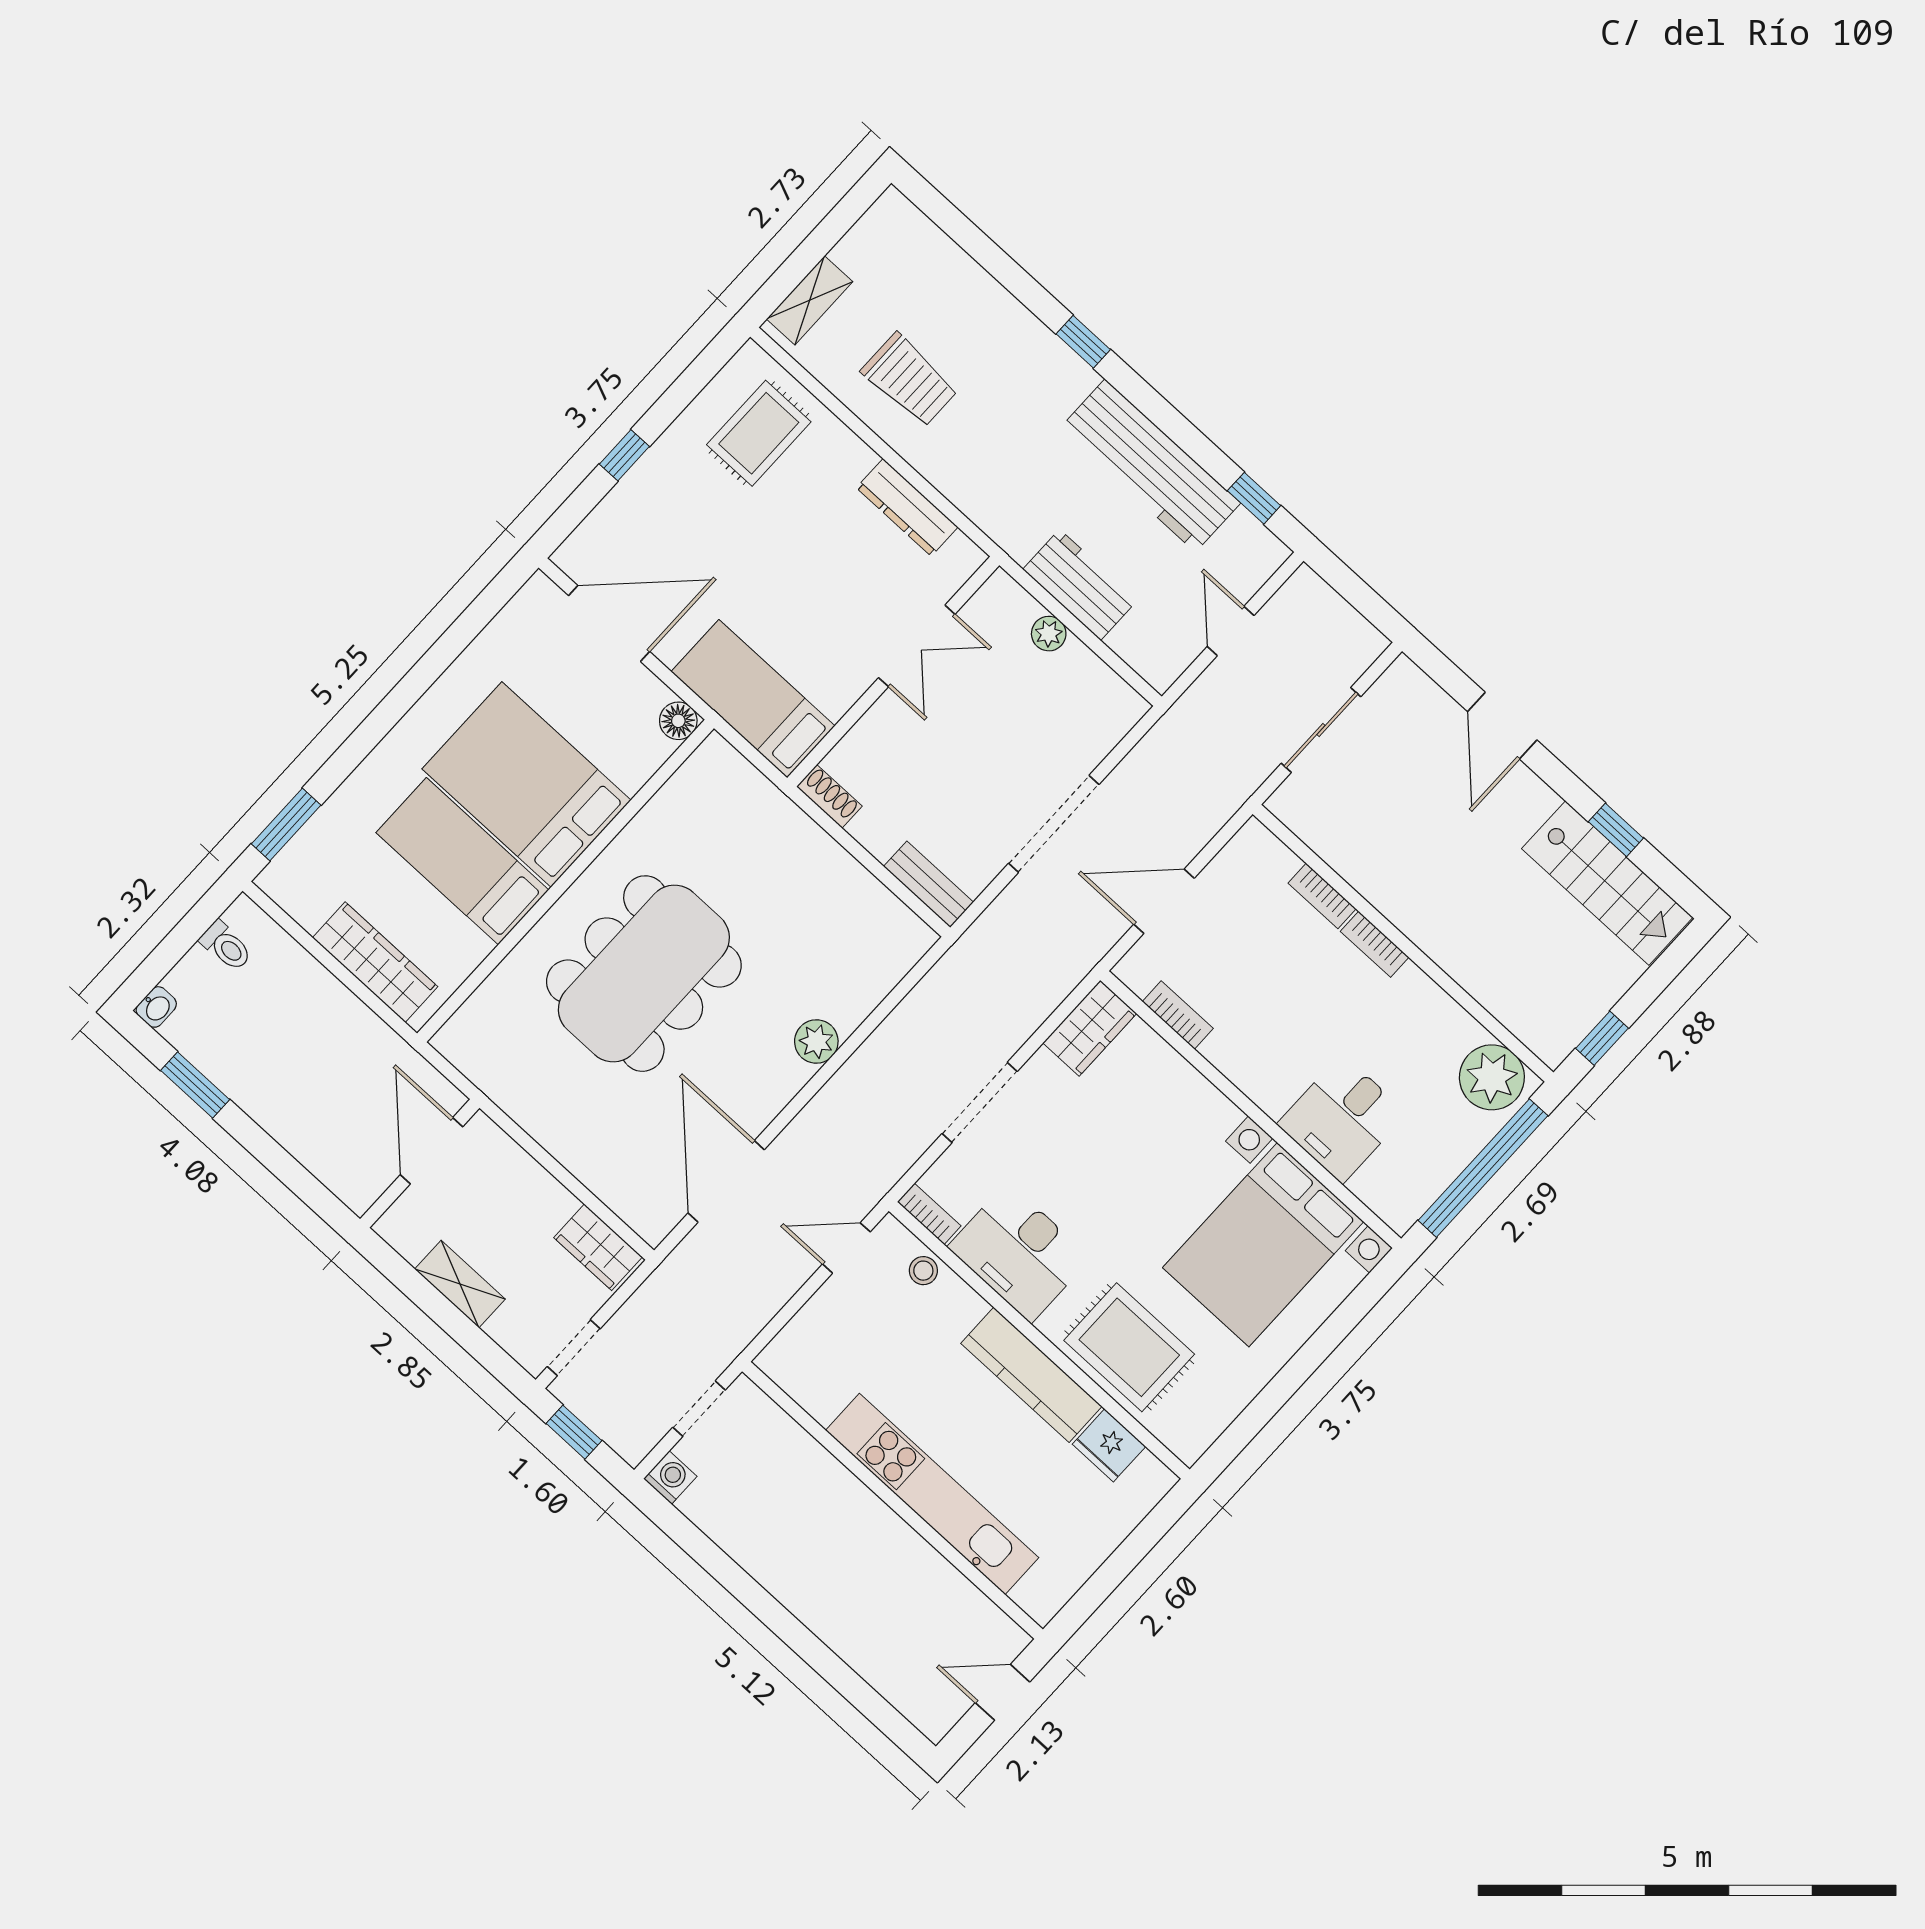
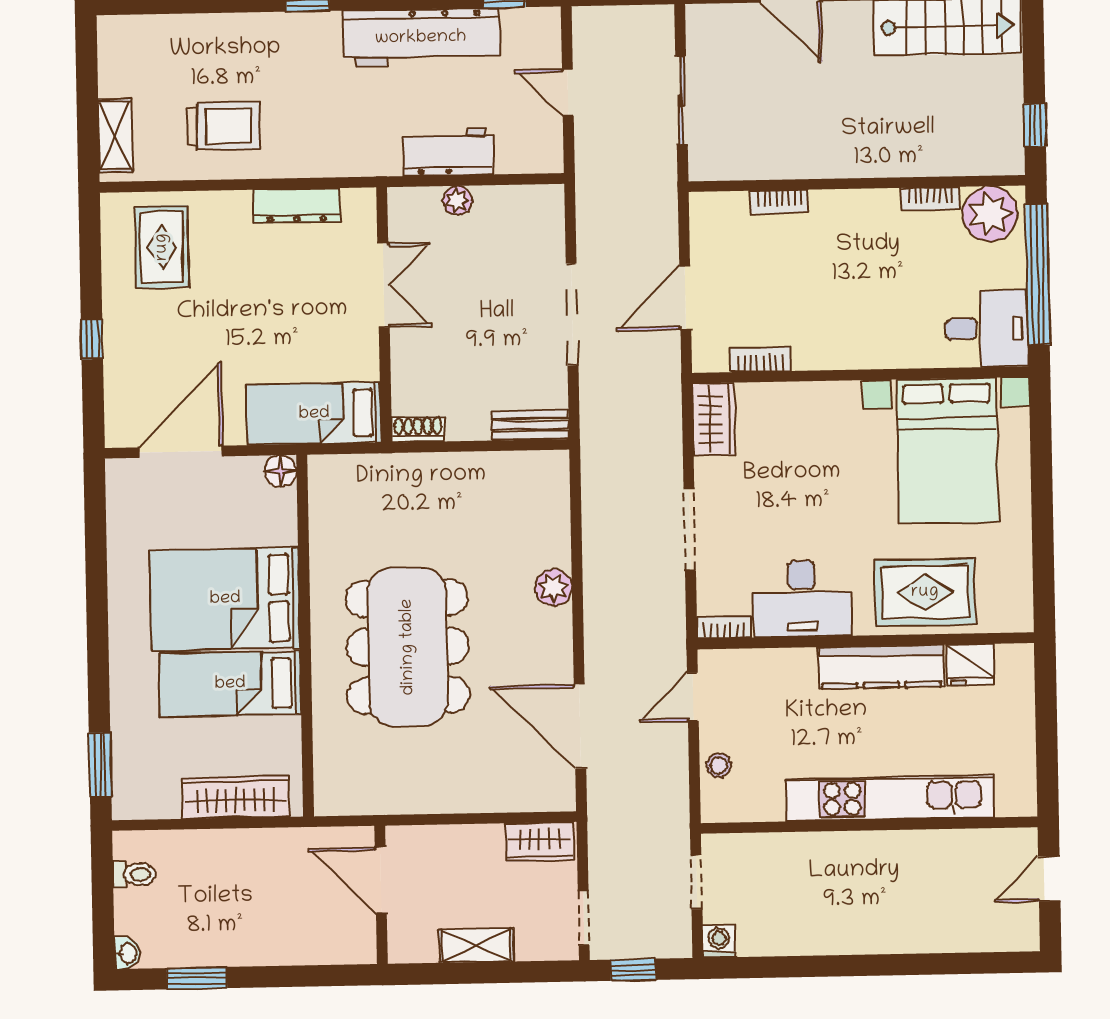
bookcase: (1375, 944) -> (930, 199), moved
desk: (1342, 1119) -> (987, 329), moved, turned -90
stool: (923, 1271) -> (718, 765), moved

